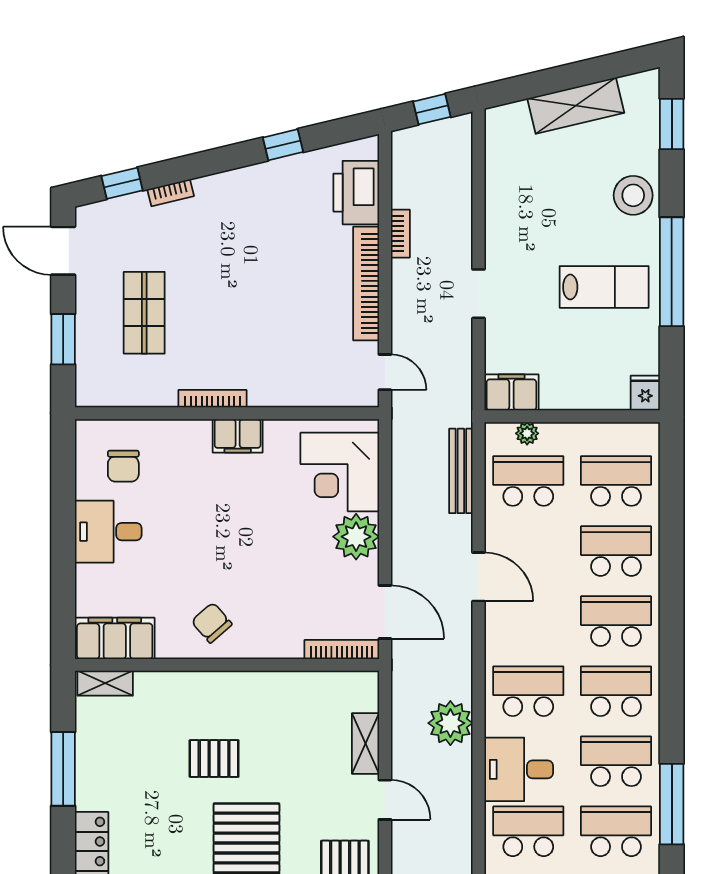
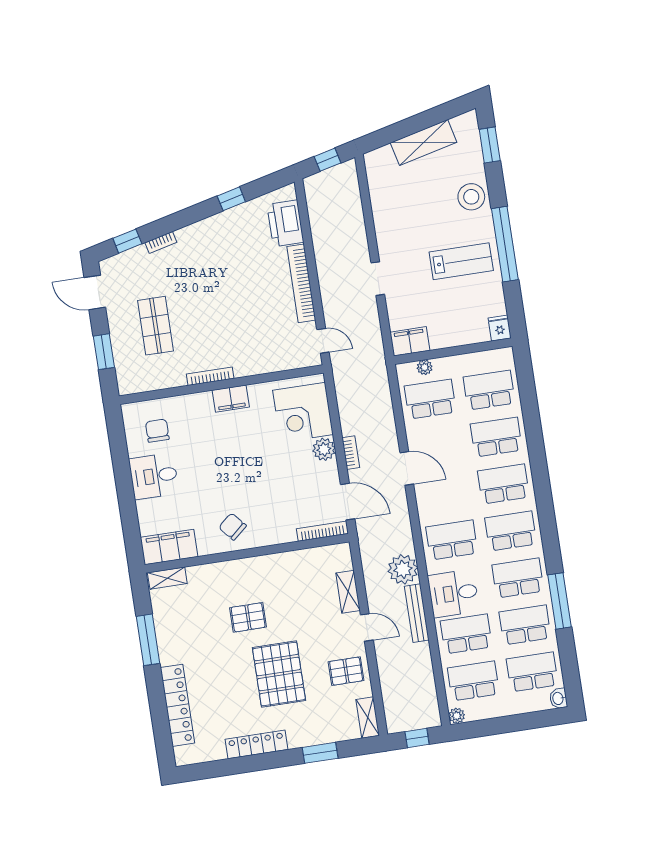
bookcase: (400, 234) -> (351, 453), moved
chair: (123, 466) -> (157, 431), turned 180
bench: (461, 471) -> (417, 613), moved
plant: (356, 537) -> (324, 449), width x0.73, depth x0.73

